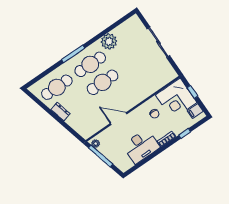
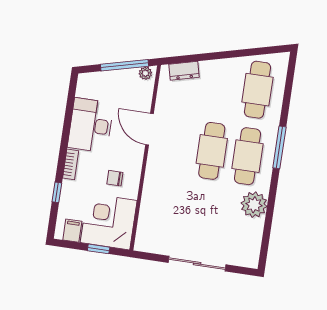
dresser: (60, 112) -> (184, 71), moved
door: (119, 119) -> (149, 129), swing flipped

